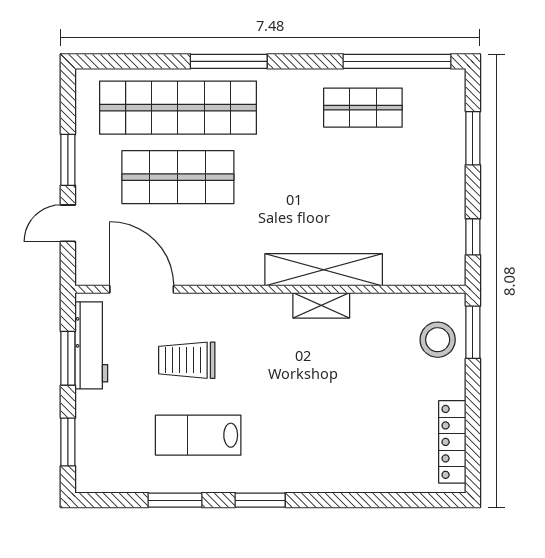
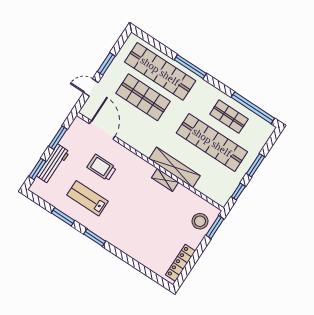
window: (473, 138) -> (256, 165), moved
shop shelf: (363, 177) -> (212, 142), added
workbench: (91, 345) -> (53, 164), moved

